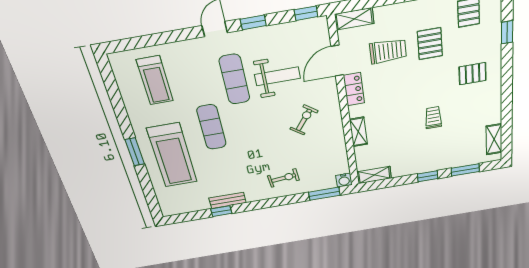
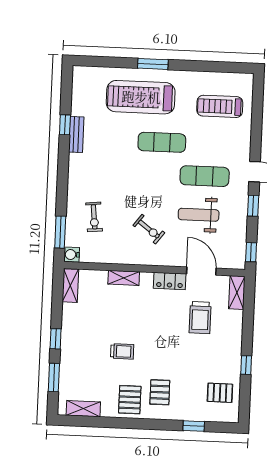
pallet: (430, 44) -> (130, 400), moved, turned 90
weight bench: (277, 76) -> (199, 215), turned 90
exercise bike: (283, 178) -> (94, 217), moved

